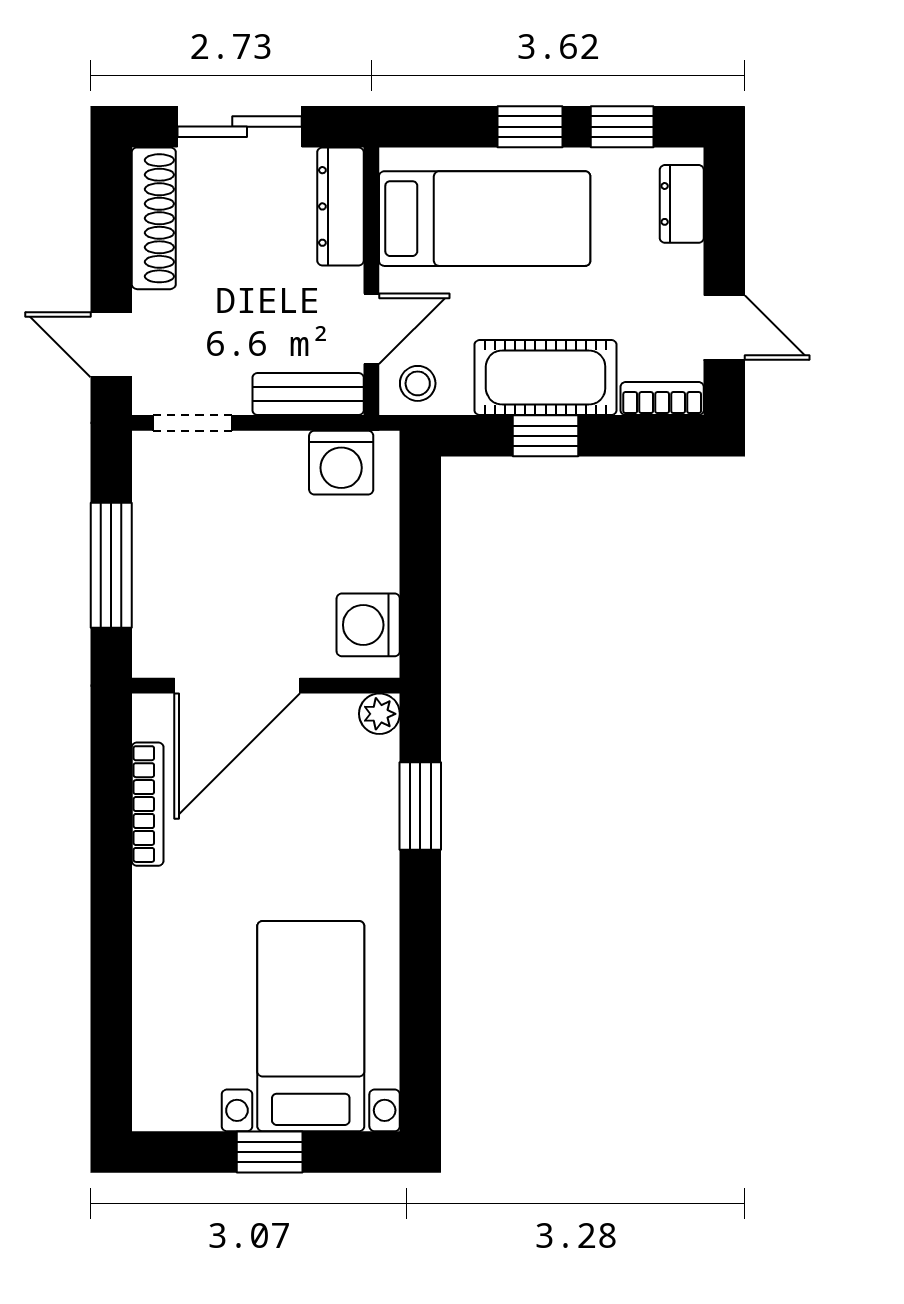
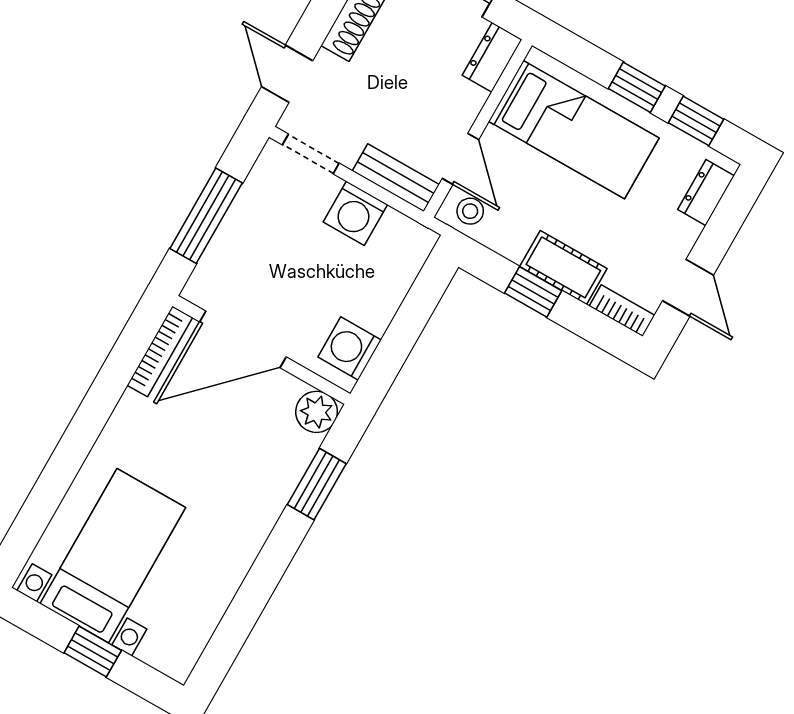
dresser: (340, 206) -> (492, 57), width x0.70
door: (371, 329) -> (460, 159), hinge flipped
cot: (546, 377) -> (563, 267), width x0.73, depth x0.75
washing machine: (341, 463) -> (355, 213), moved
plant: (379, 714) -> (317, 412), width x1.38, depth x1.38
bookcase: (148, 804) -> (160, 351), moved
bed with nightstands: (311, 1026) -> (113, 556), moved

